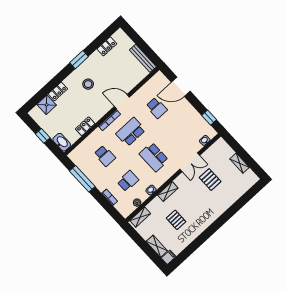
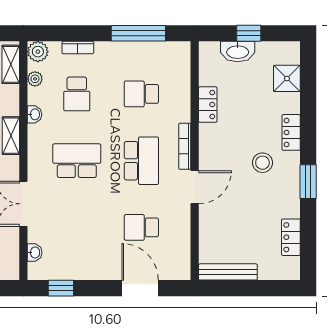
door: (181, 87) -> (140, 288), hinge flipped
locker: (58, 91) -> (291, 132), moved
washbasin: (62, 142) -> (238, 52), moved
plant: (125, 211) -> (38, 52), added

